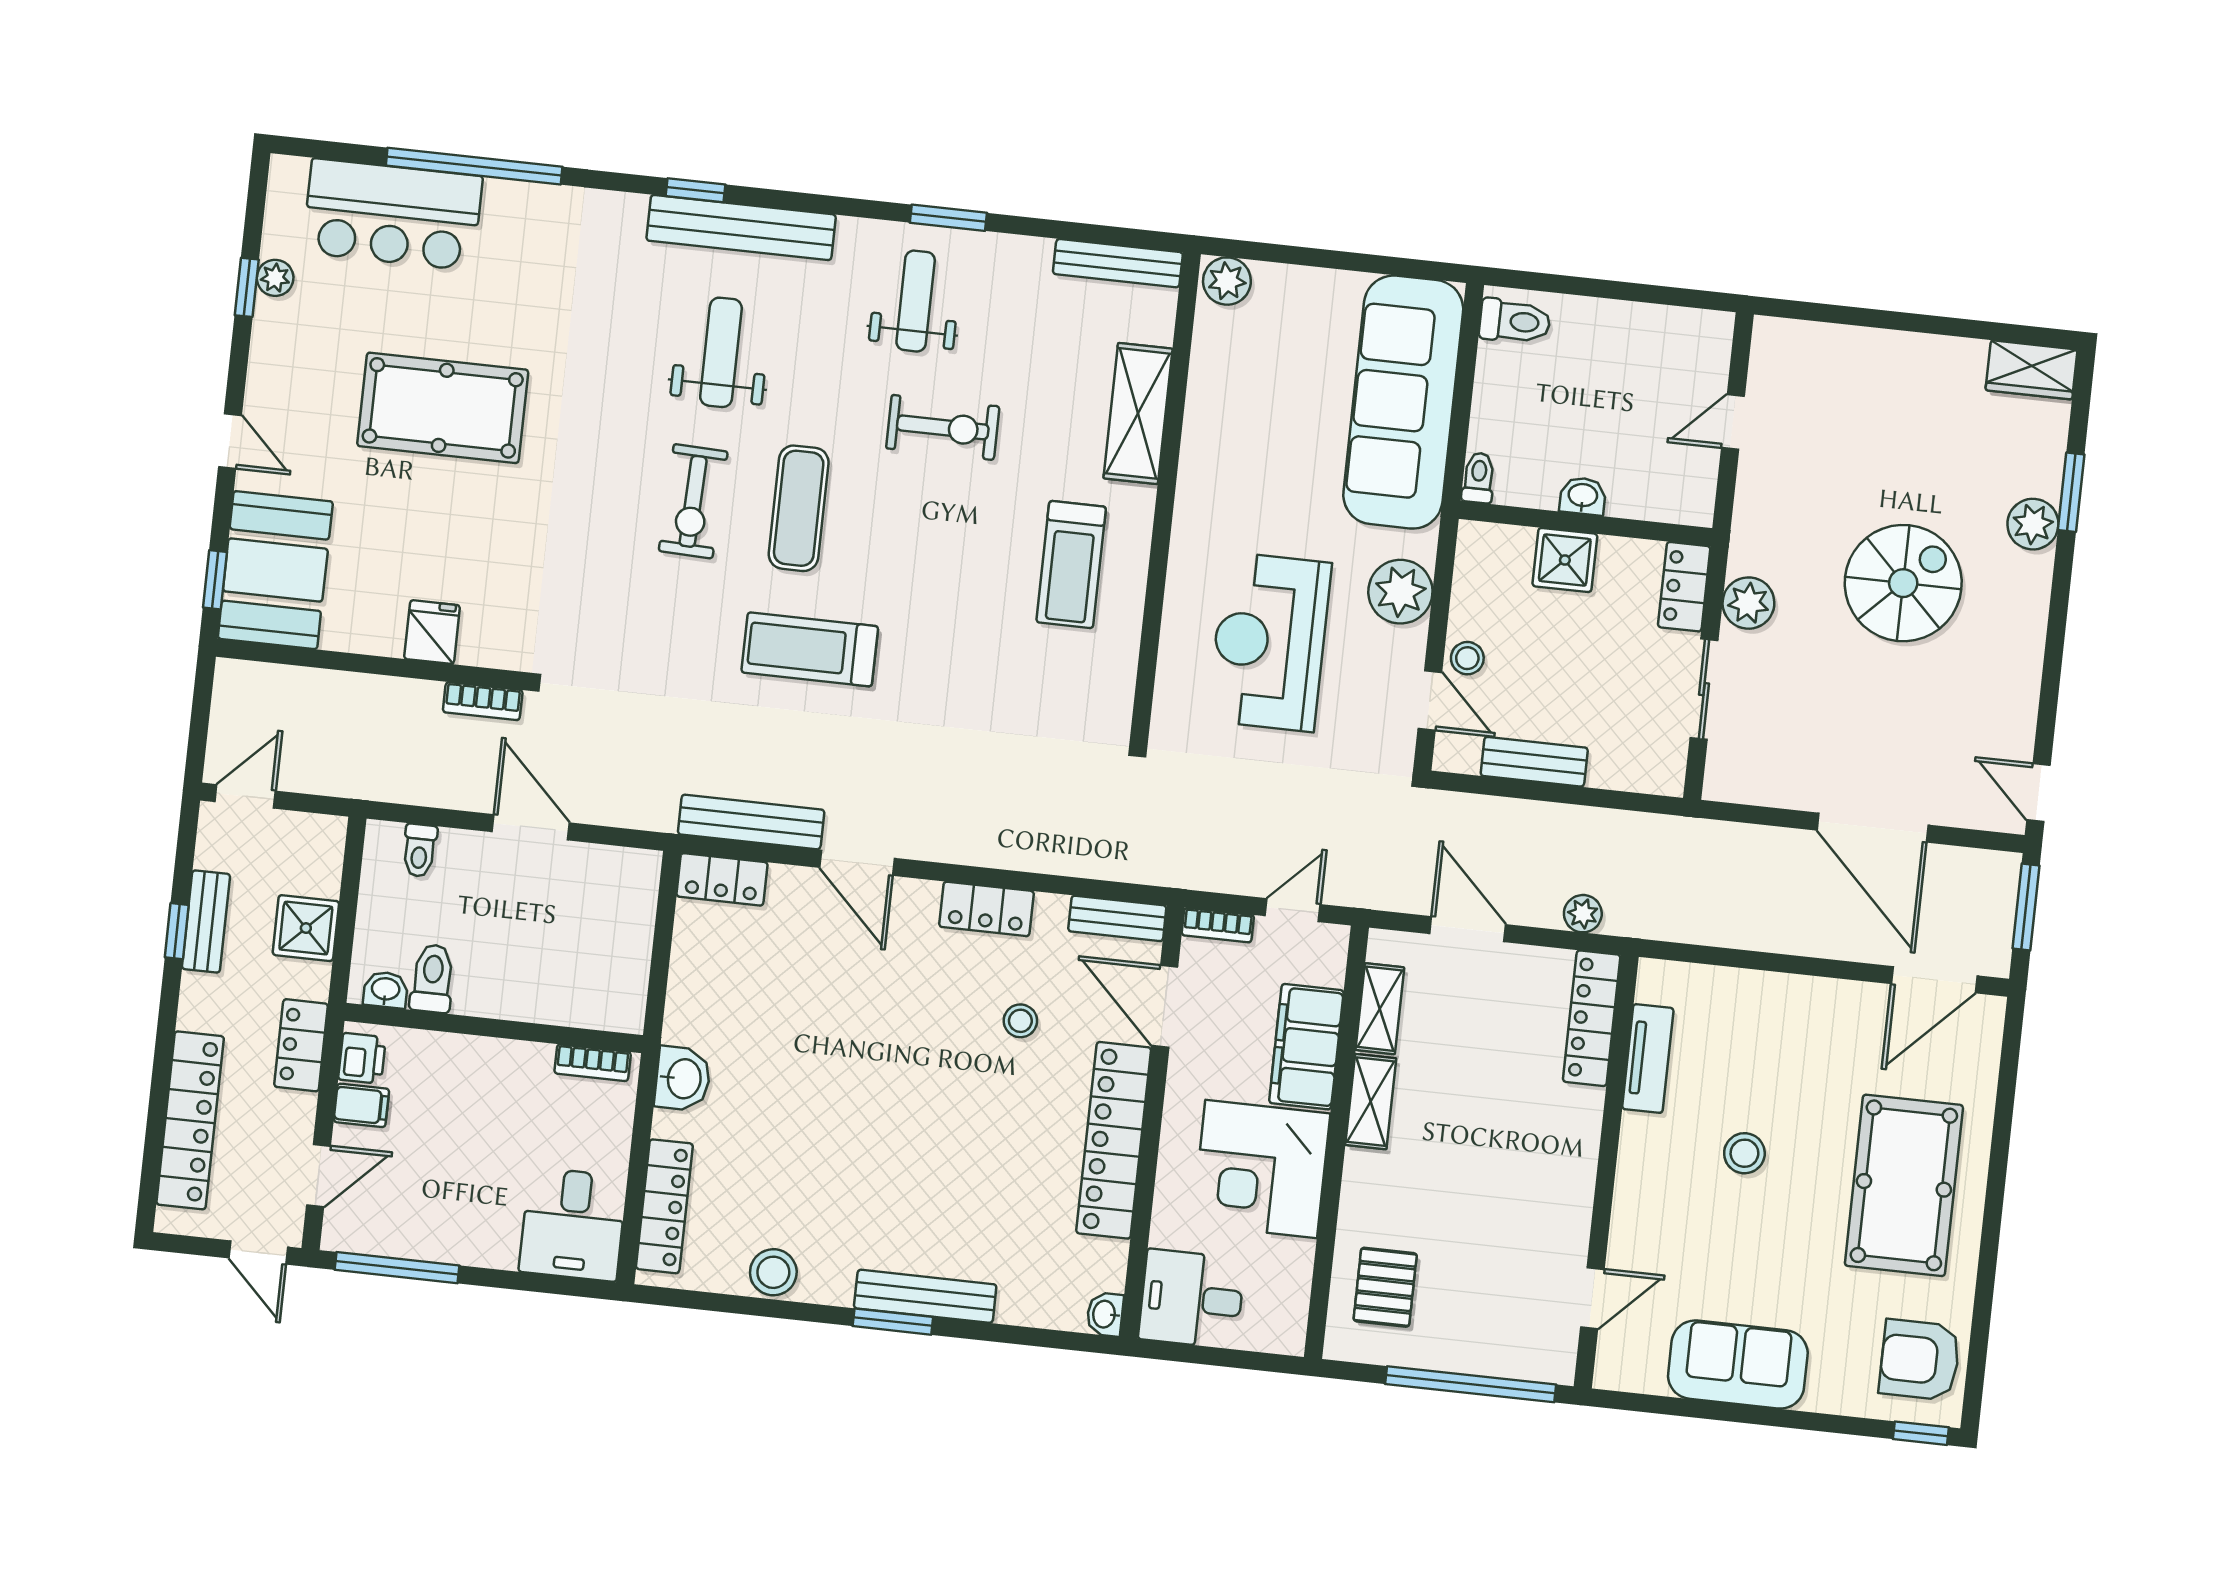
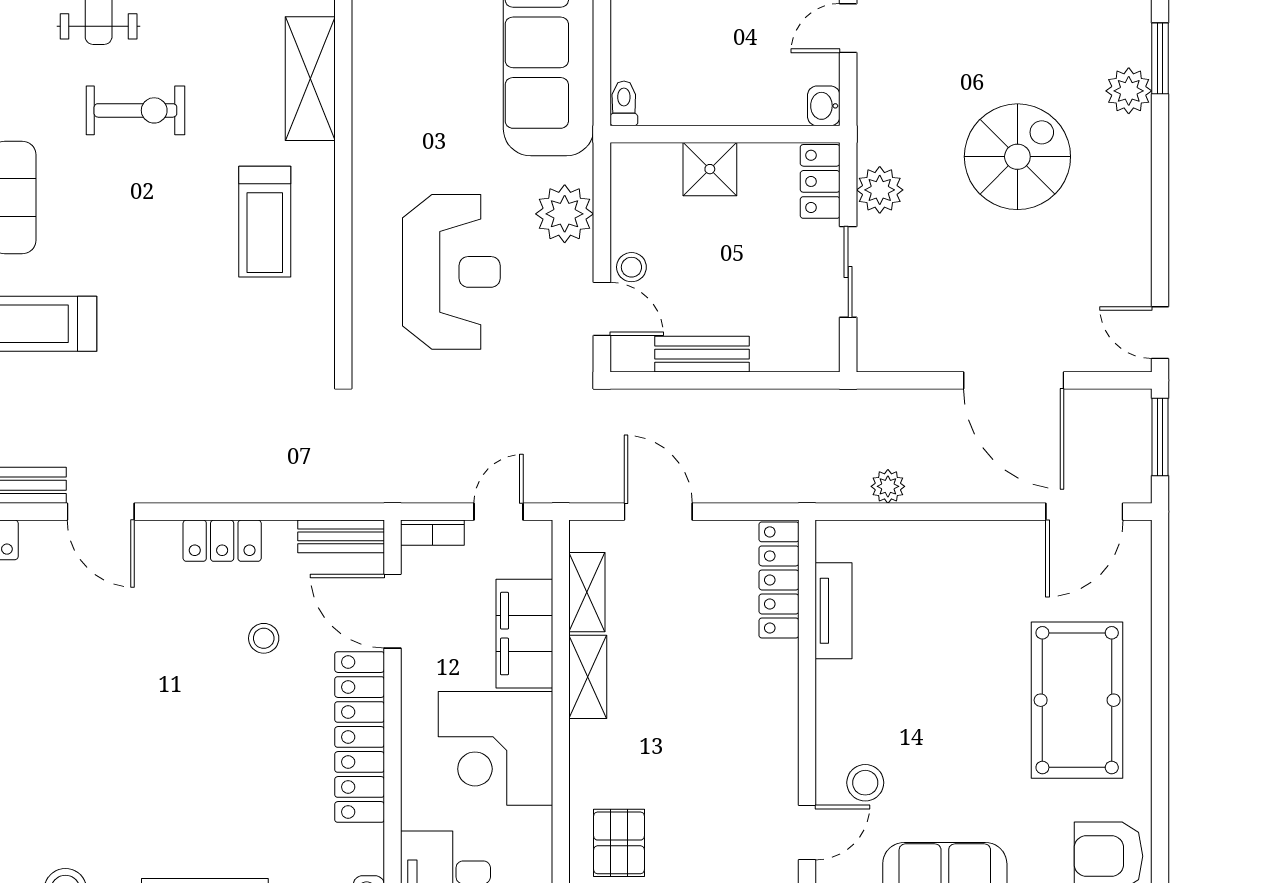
washbasin: (1583, 496) -> (824, 106), moved, turned -90
reception desk: (1270, 642) -> (451, 272), turned 180
plant: (1583, 914) -> (888, 486), moved
stool: (1744, 1153) -> (865, 783), moved

